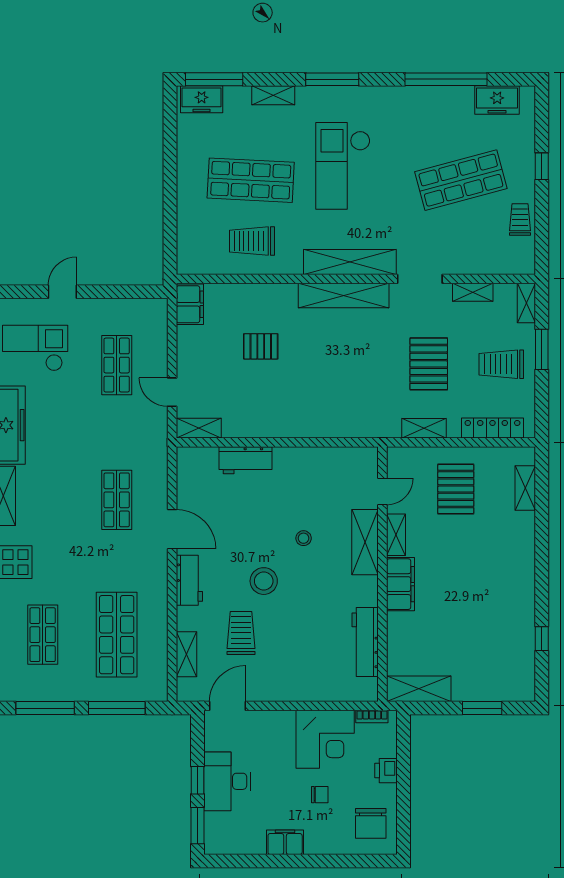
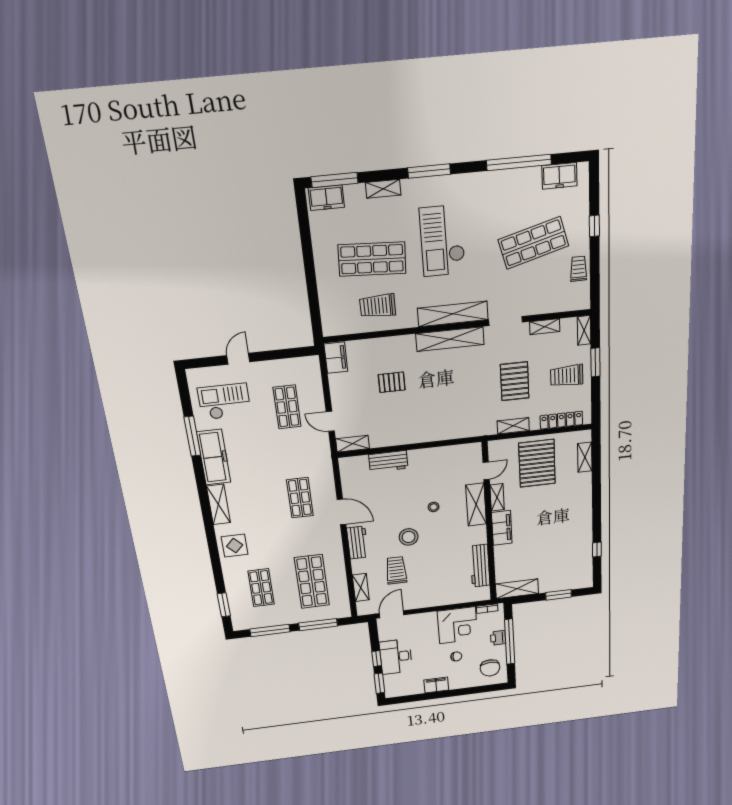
pallet: (456, 489) -> (537, 463), width x1.37, depth x1.41
window: (404, 780) -> (510, 642), added

